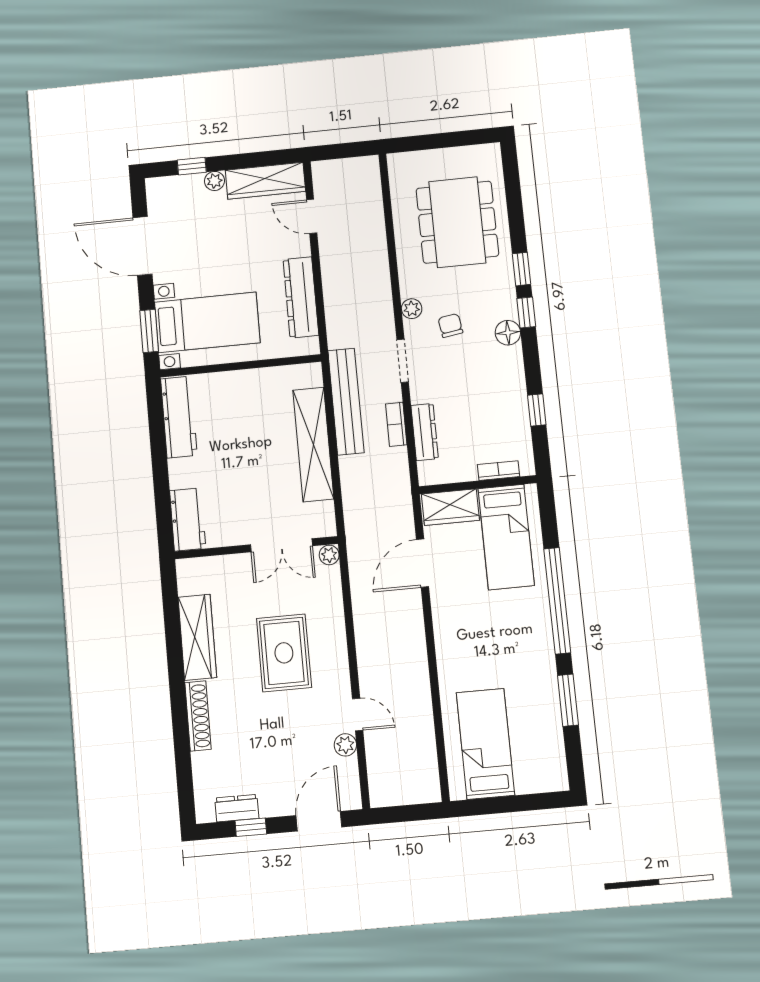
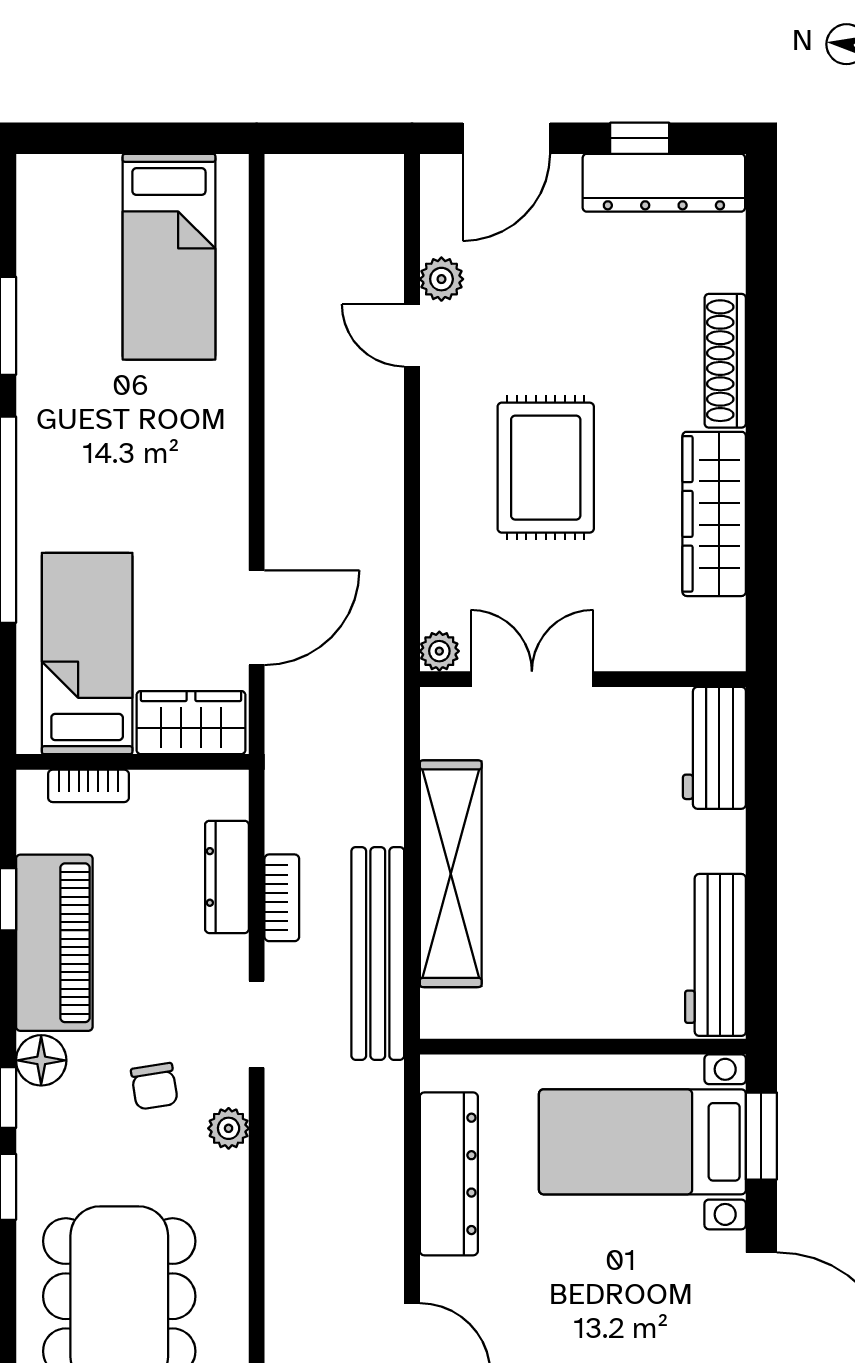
piano: (507, 391) -> (54, 943), added
dresser: (237, 808) -> (664, 183), width x1.96, depth x1.24

